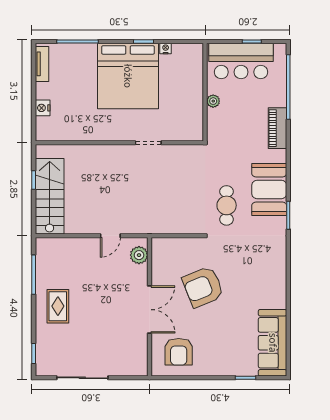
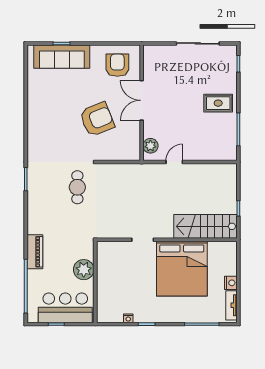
bed: (128, 76) -> (182, 269), moved, turned 180
plant: (213, 101) -> (84, 270), width x1.88, depth x1.88
nightstand: (43, 108) -> (231, 283), moved
booth: (269, 189) -> (42, 201), removed
stairs: (50, 196) -> (205, 226), moved, turned 90
rug: (58, 306) -> (218, 103), turned 90
sofa: (273, 343) -> (62, 57), moved, turned 90

